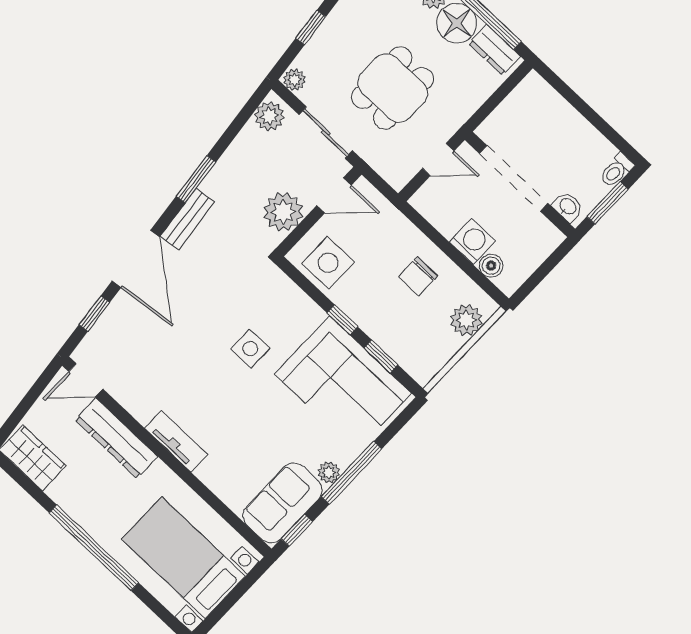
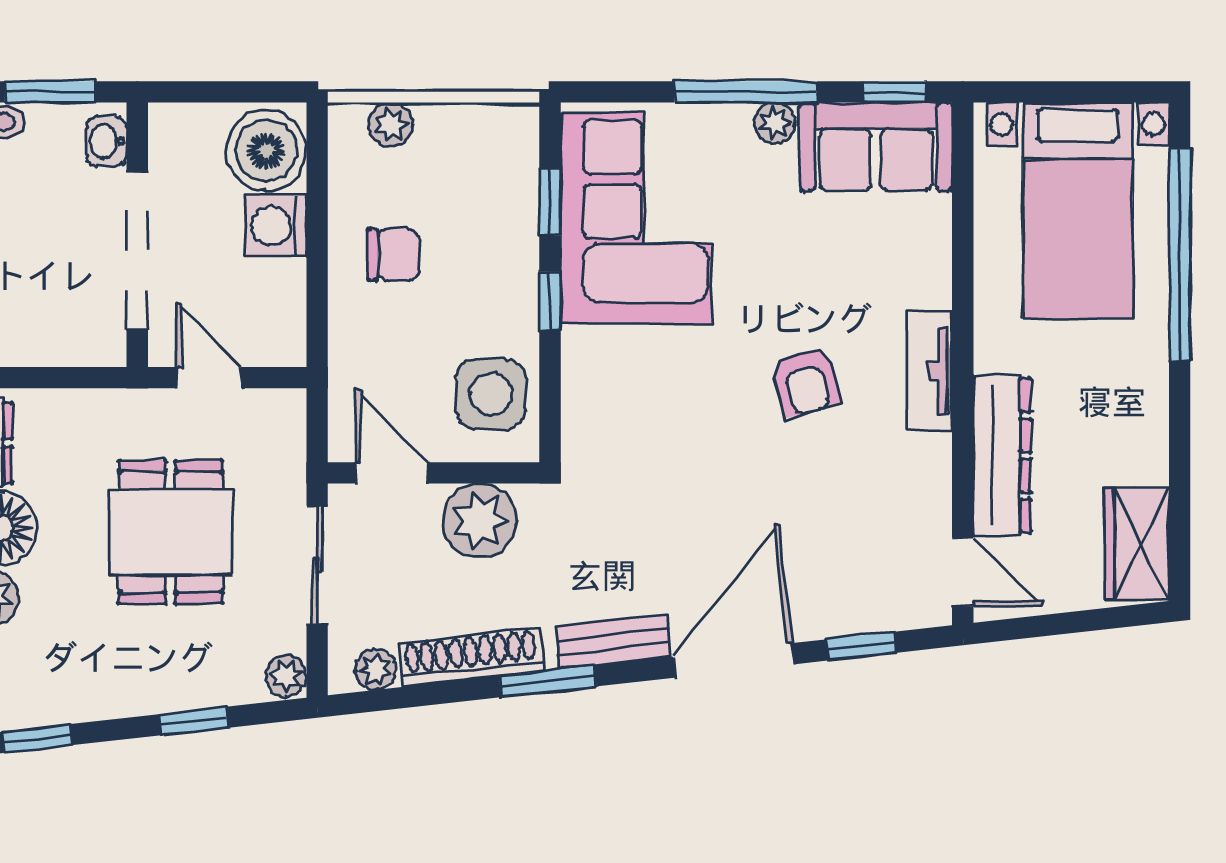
dining table: (393, 88) -> (170, 532), turned 90
plant: (269, 116) -> (376, 670), width x0.73, depth x0.73
shoe rack: (234, 158) -> (471, 657), added
boiler: (491, 266) -> (266, 150), width x1.86, depth x1.86
plant: (466, 320) -> (391, 124), width x0.73, depth x0.73
side table: (250, 349) -> (708, 389), removed
armchair: (217, 389) -> (806, 382), added
window: (94, 548) -> (1180, 255), moved

